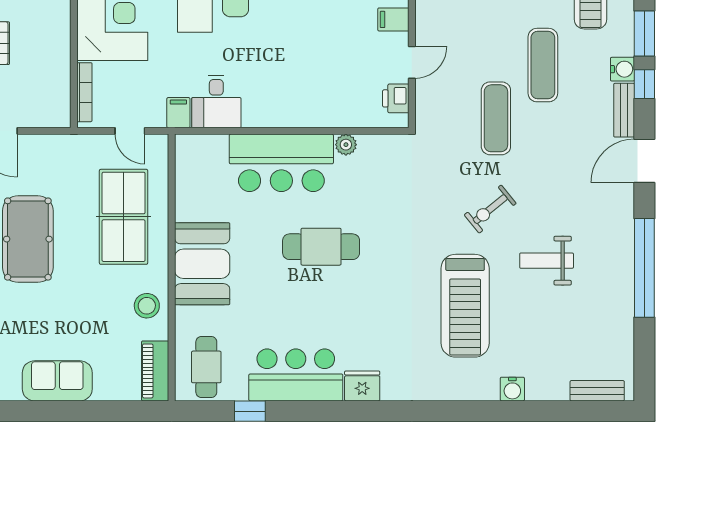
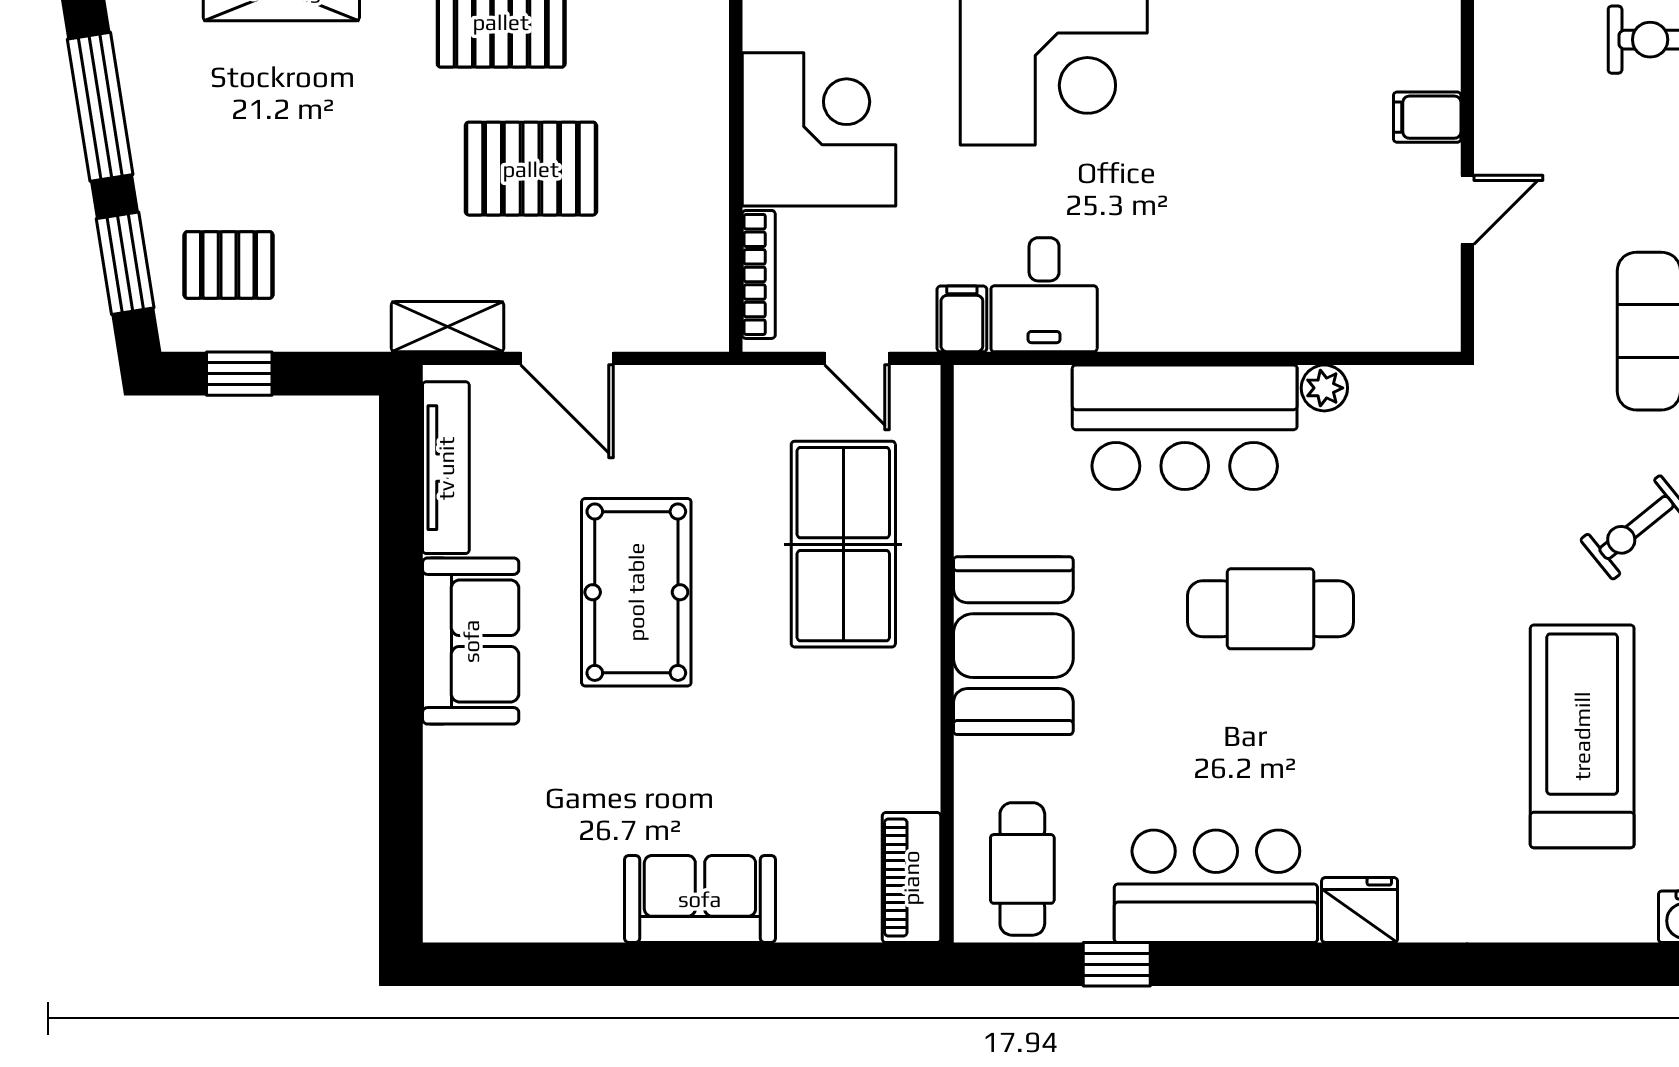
printer: (396, 98) -> (1432, 288), removed
stool: (147, 306) -> (894, 737), removed
treadmill: (465, 306) -> (1582, 736), turned 180

